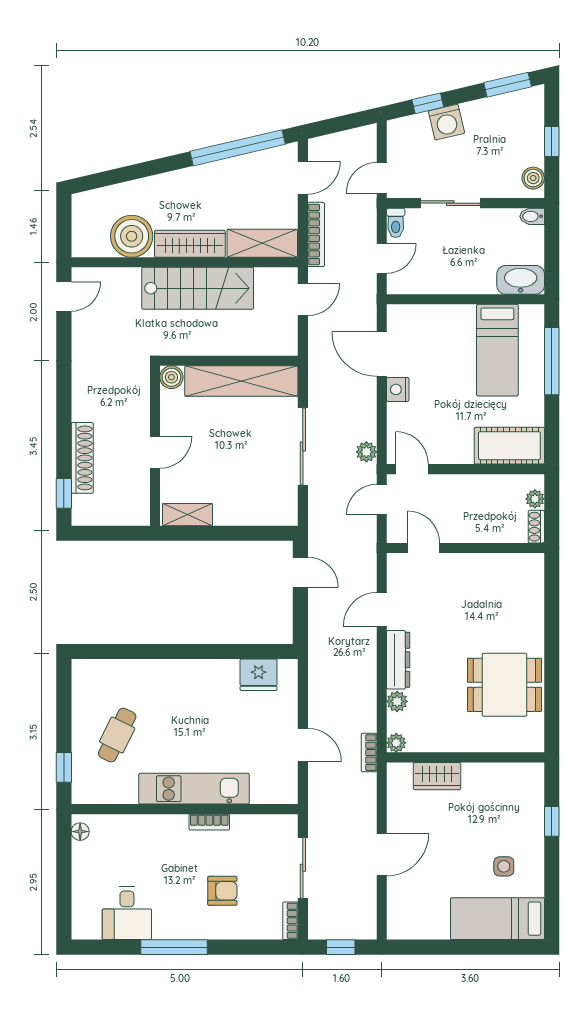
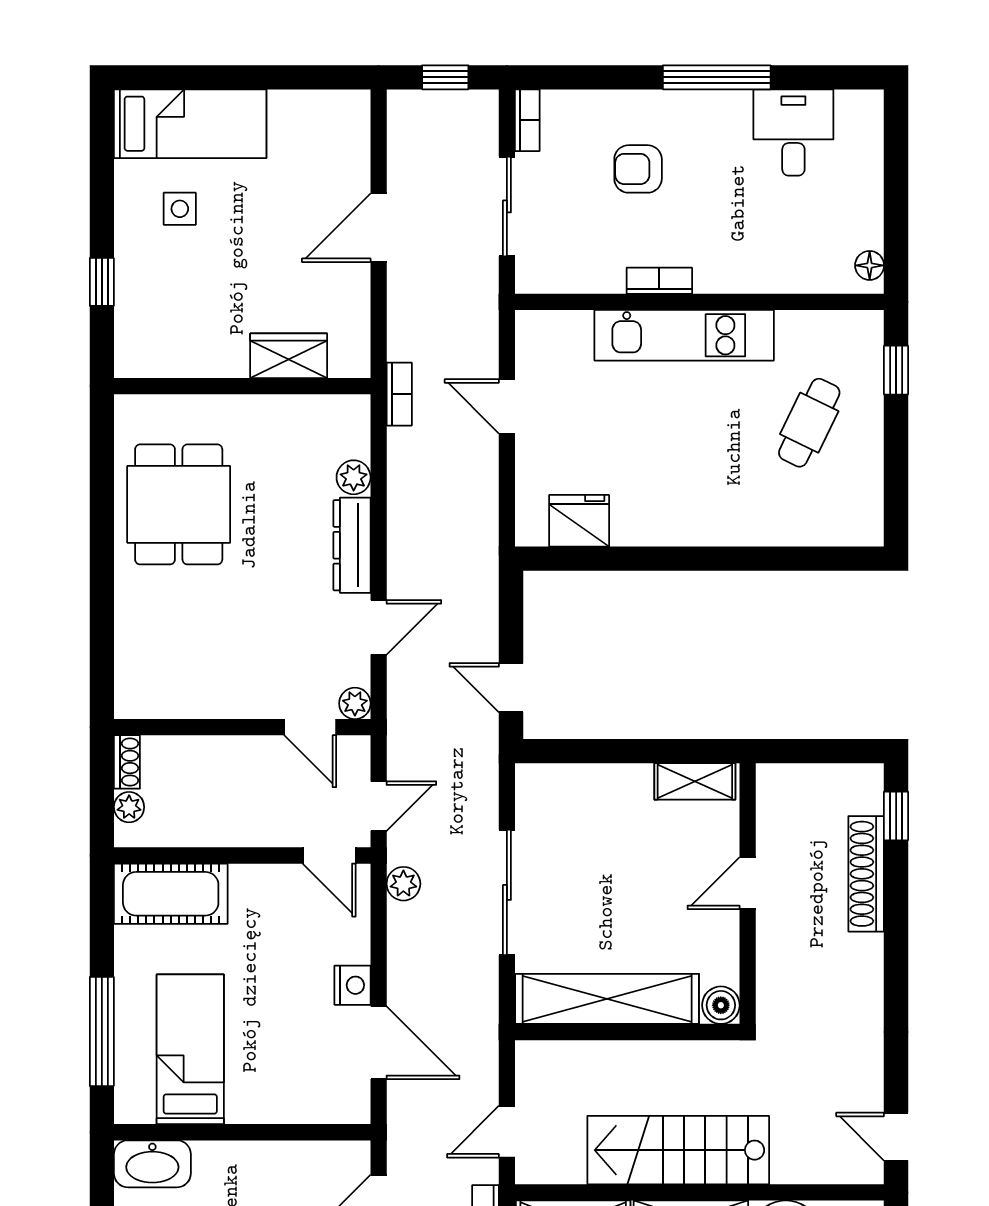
door: (64, 296) -> (896, 1137), hinge flipped
dining table: (504, 685) -> (179, 504), turned 90
plant: (396, 743) -> (355, 703), moved

